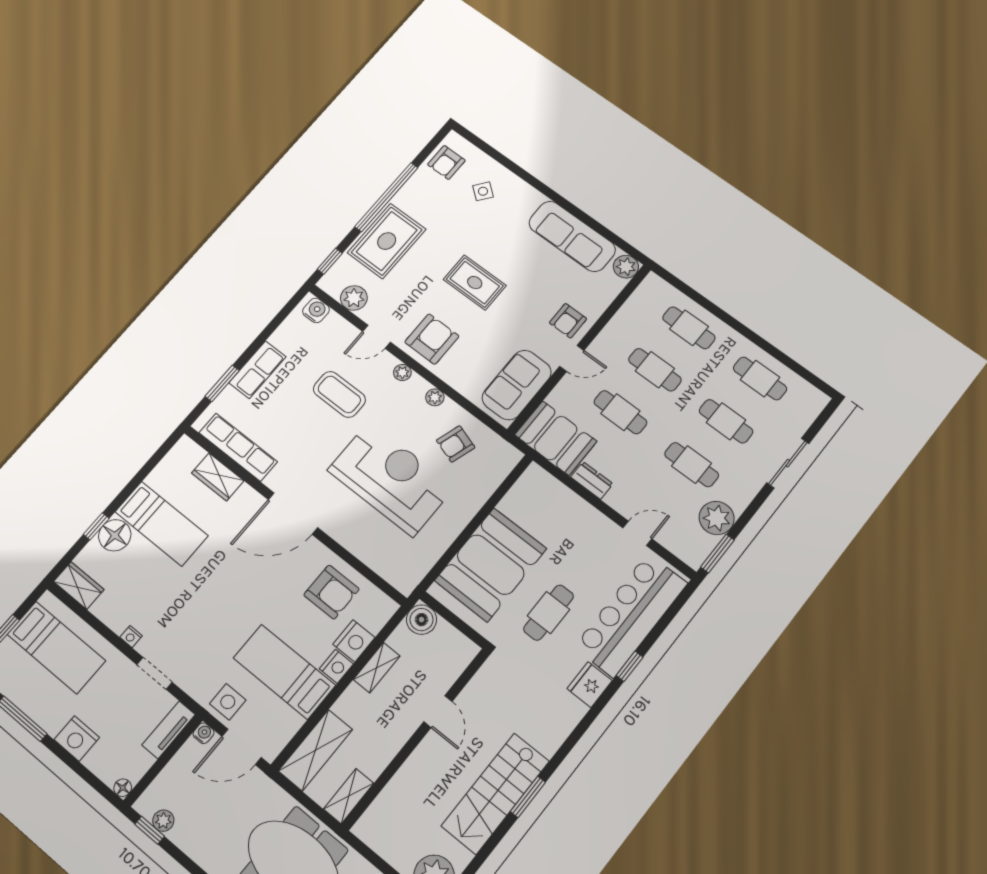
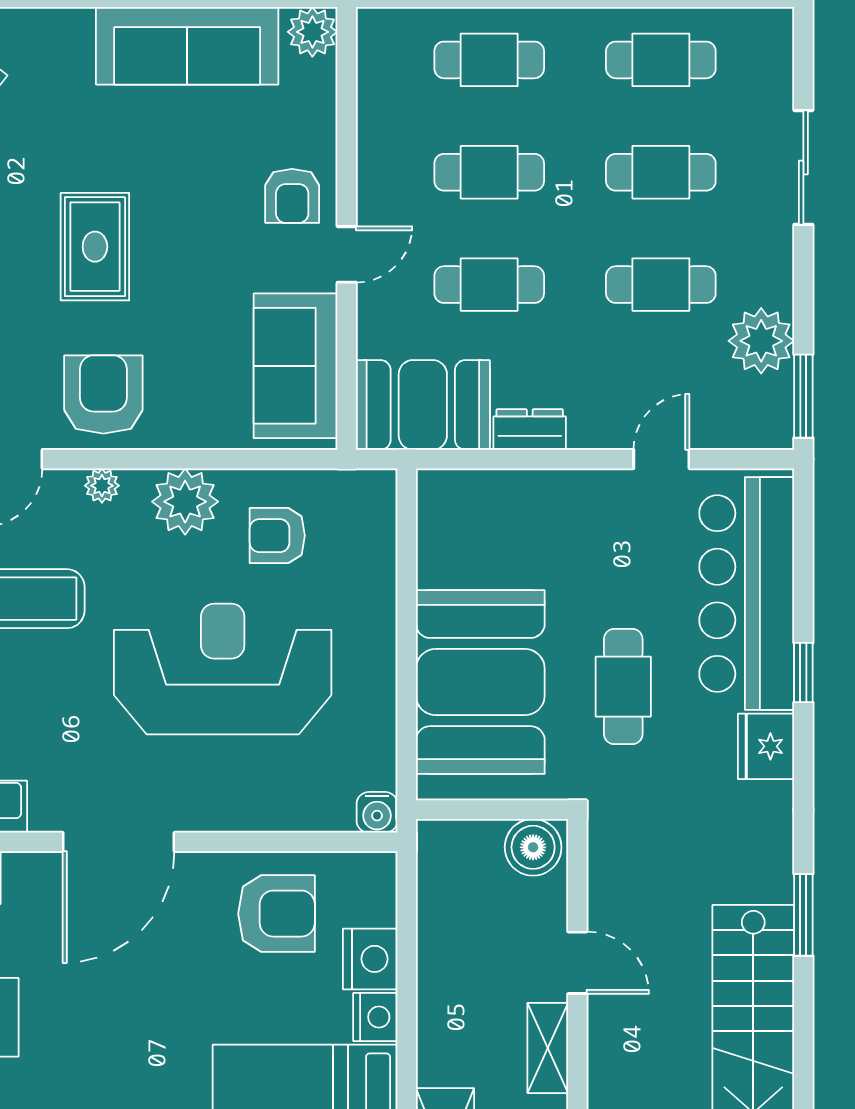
rug: (475, 283) -> (95, 247), turned 90
plant: (435, 397) -> (185, 502), width x1.88, depth x1.88
armchair: (456, 444) -> (277, 536), turned 72
water cooler: (406, 584) -> (377, 812), added
boiler: (422, 620) -> (533, 847), moved
shelving: (377, 668) -> (548, 1048), moved
window: (528, 797) -> (803, 915), moved

